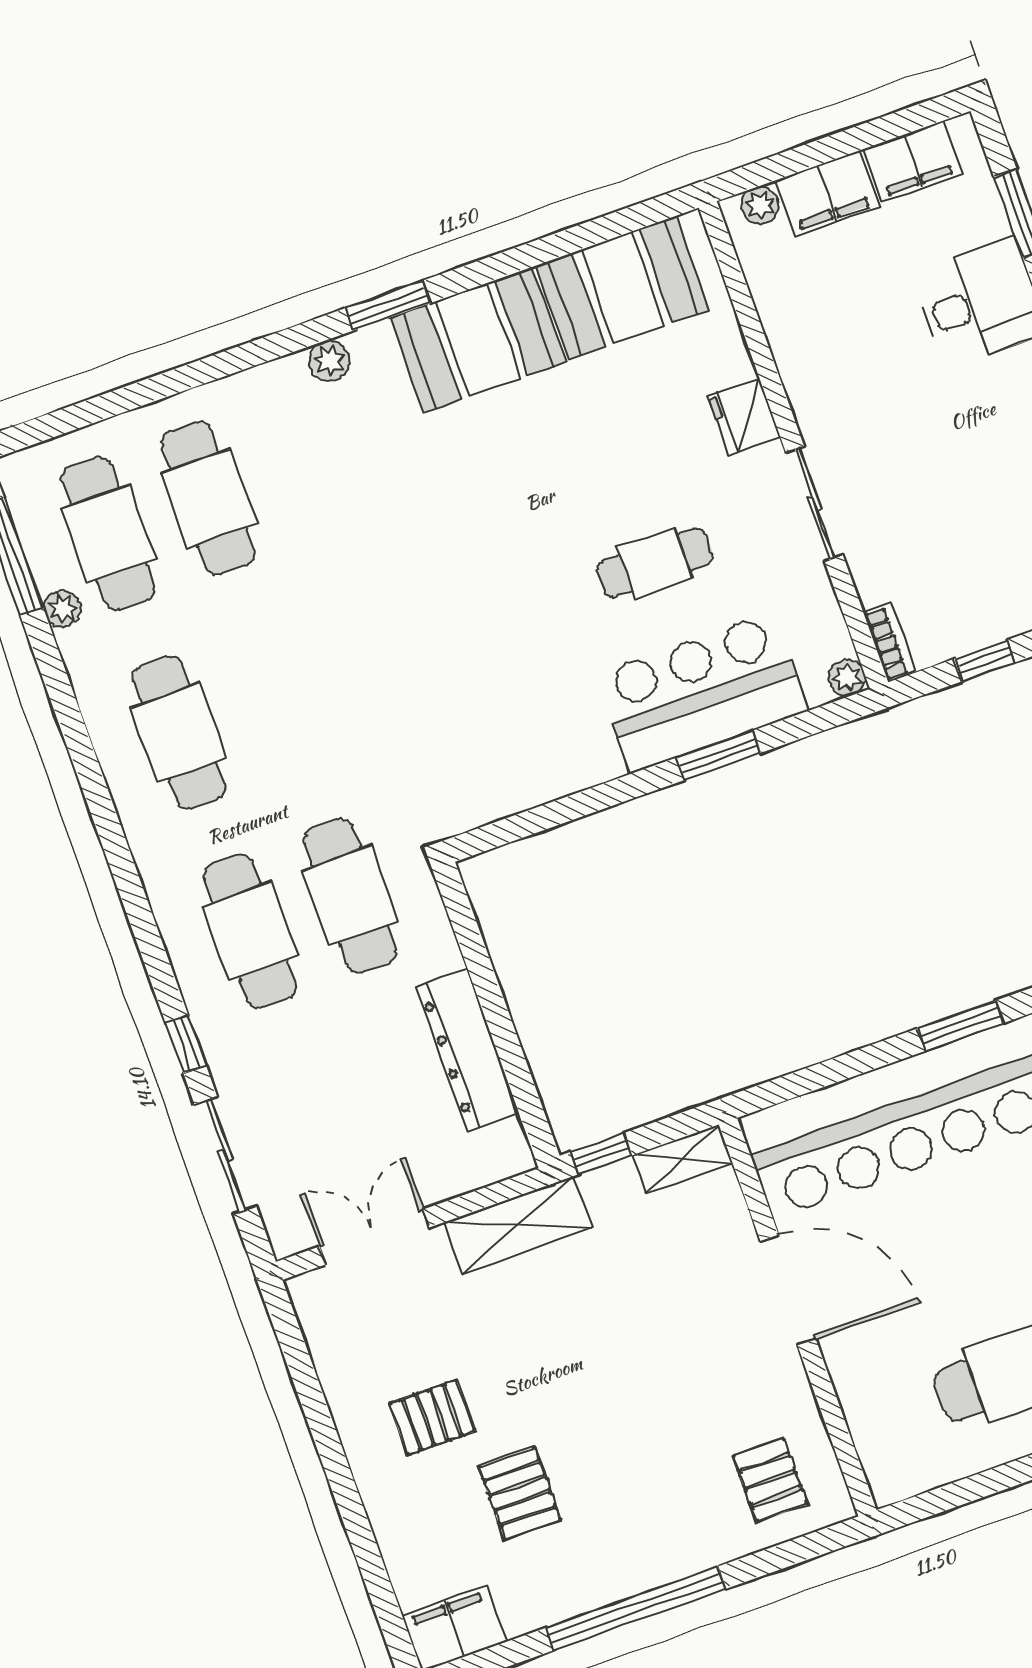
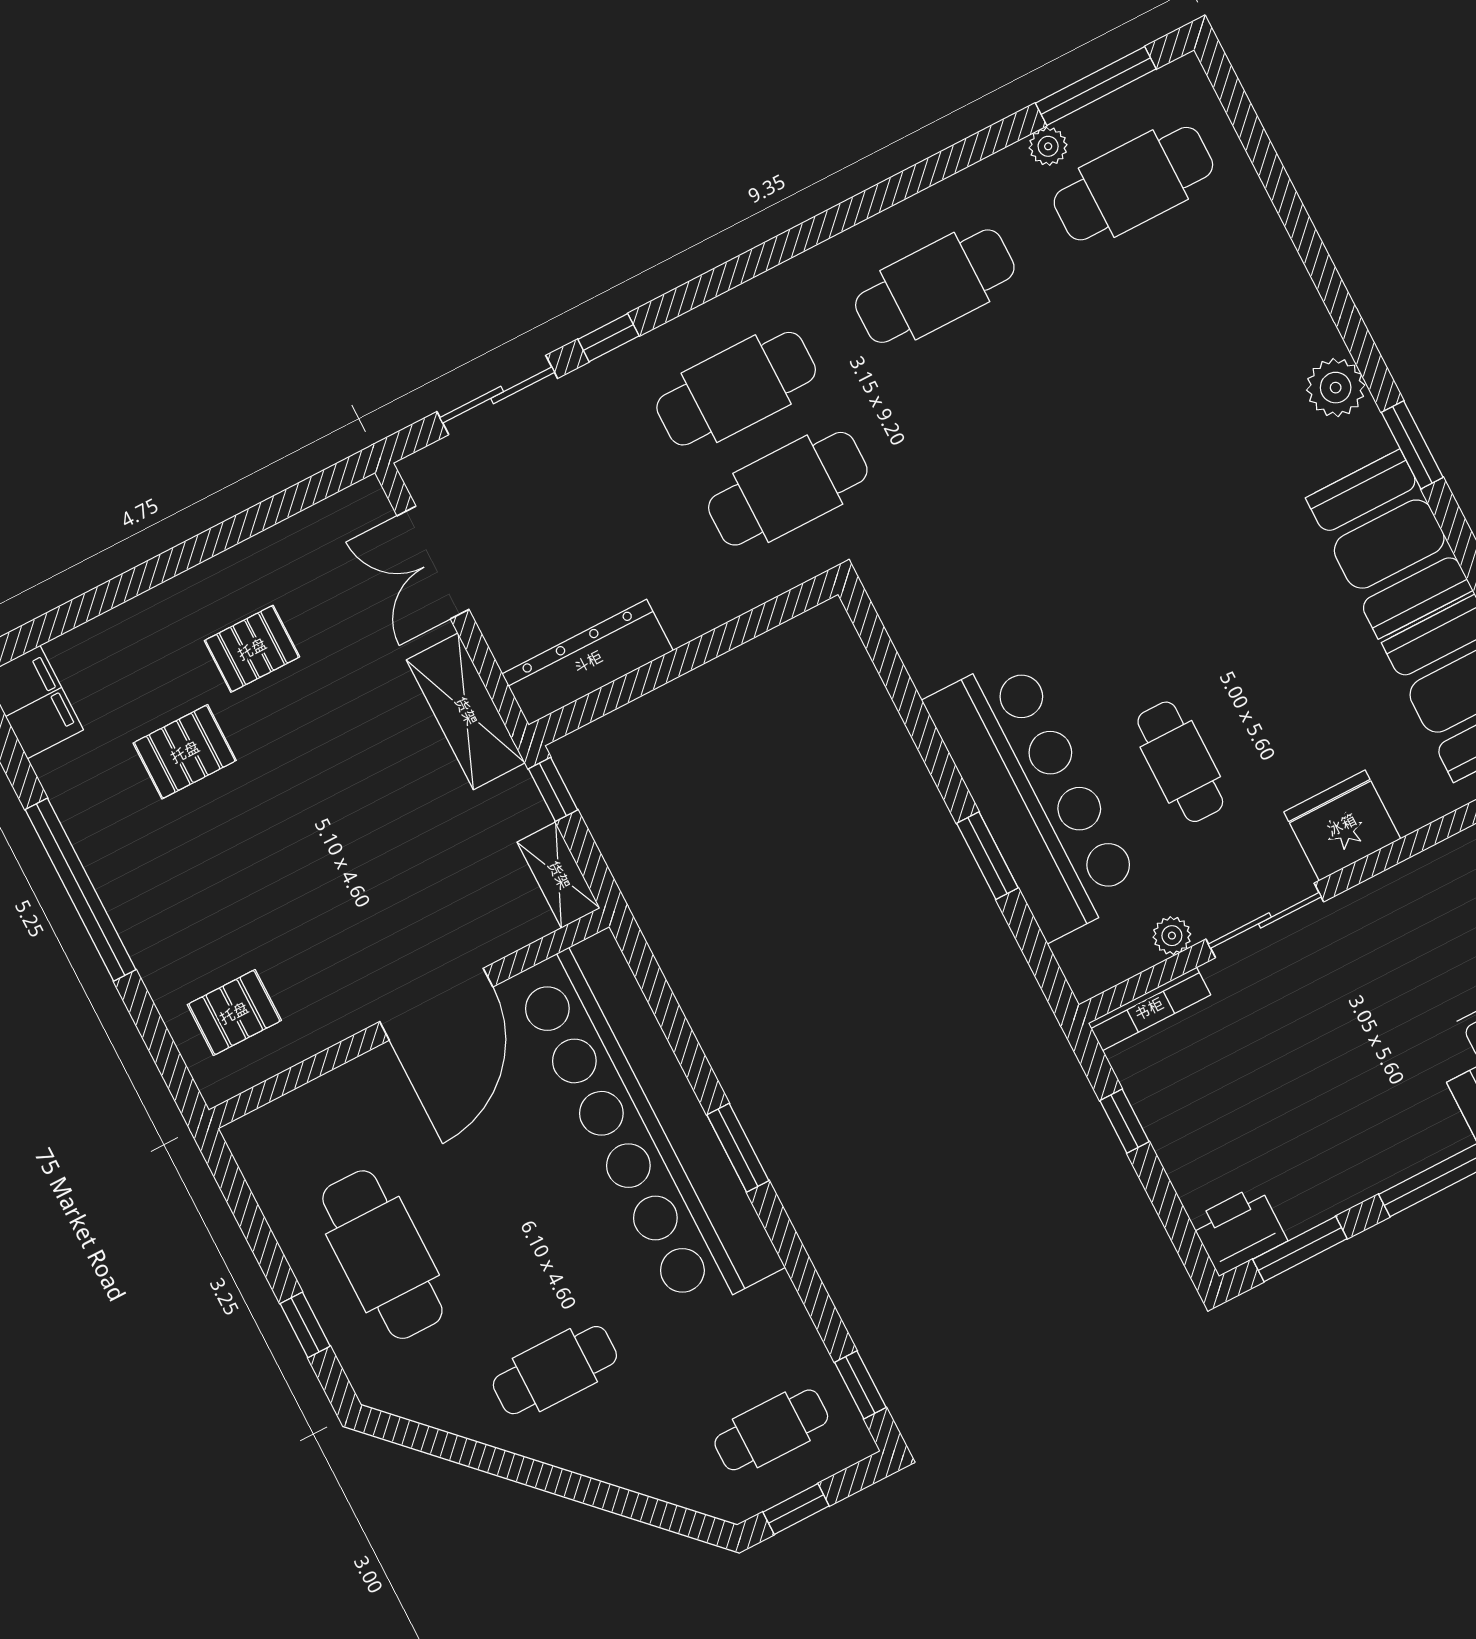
plant: (329, 361) -> (1336, 388), width x1.38, depth x1.38
fridge: (744, 416) -> (1342, 825), width x1.36, depth x1.34
cafe table: (208, 498) -> (1185, 284), removed
bookcase: (890, 643) -> (1149, 1009), width x1.56
plant: (847, 678) -> (1172, 936), moved
bar counter: (702, 693) -> (1034, 797), width x1.36
dresser: (467, 1050) -> (588, 662), moved
double door: (374, 1237) -> (433, 563), swing flipped
pallet: (432, 1417) -> (252, 649), turned 90

